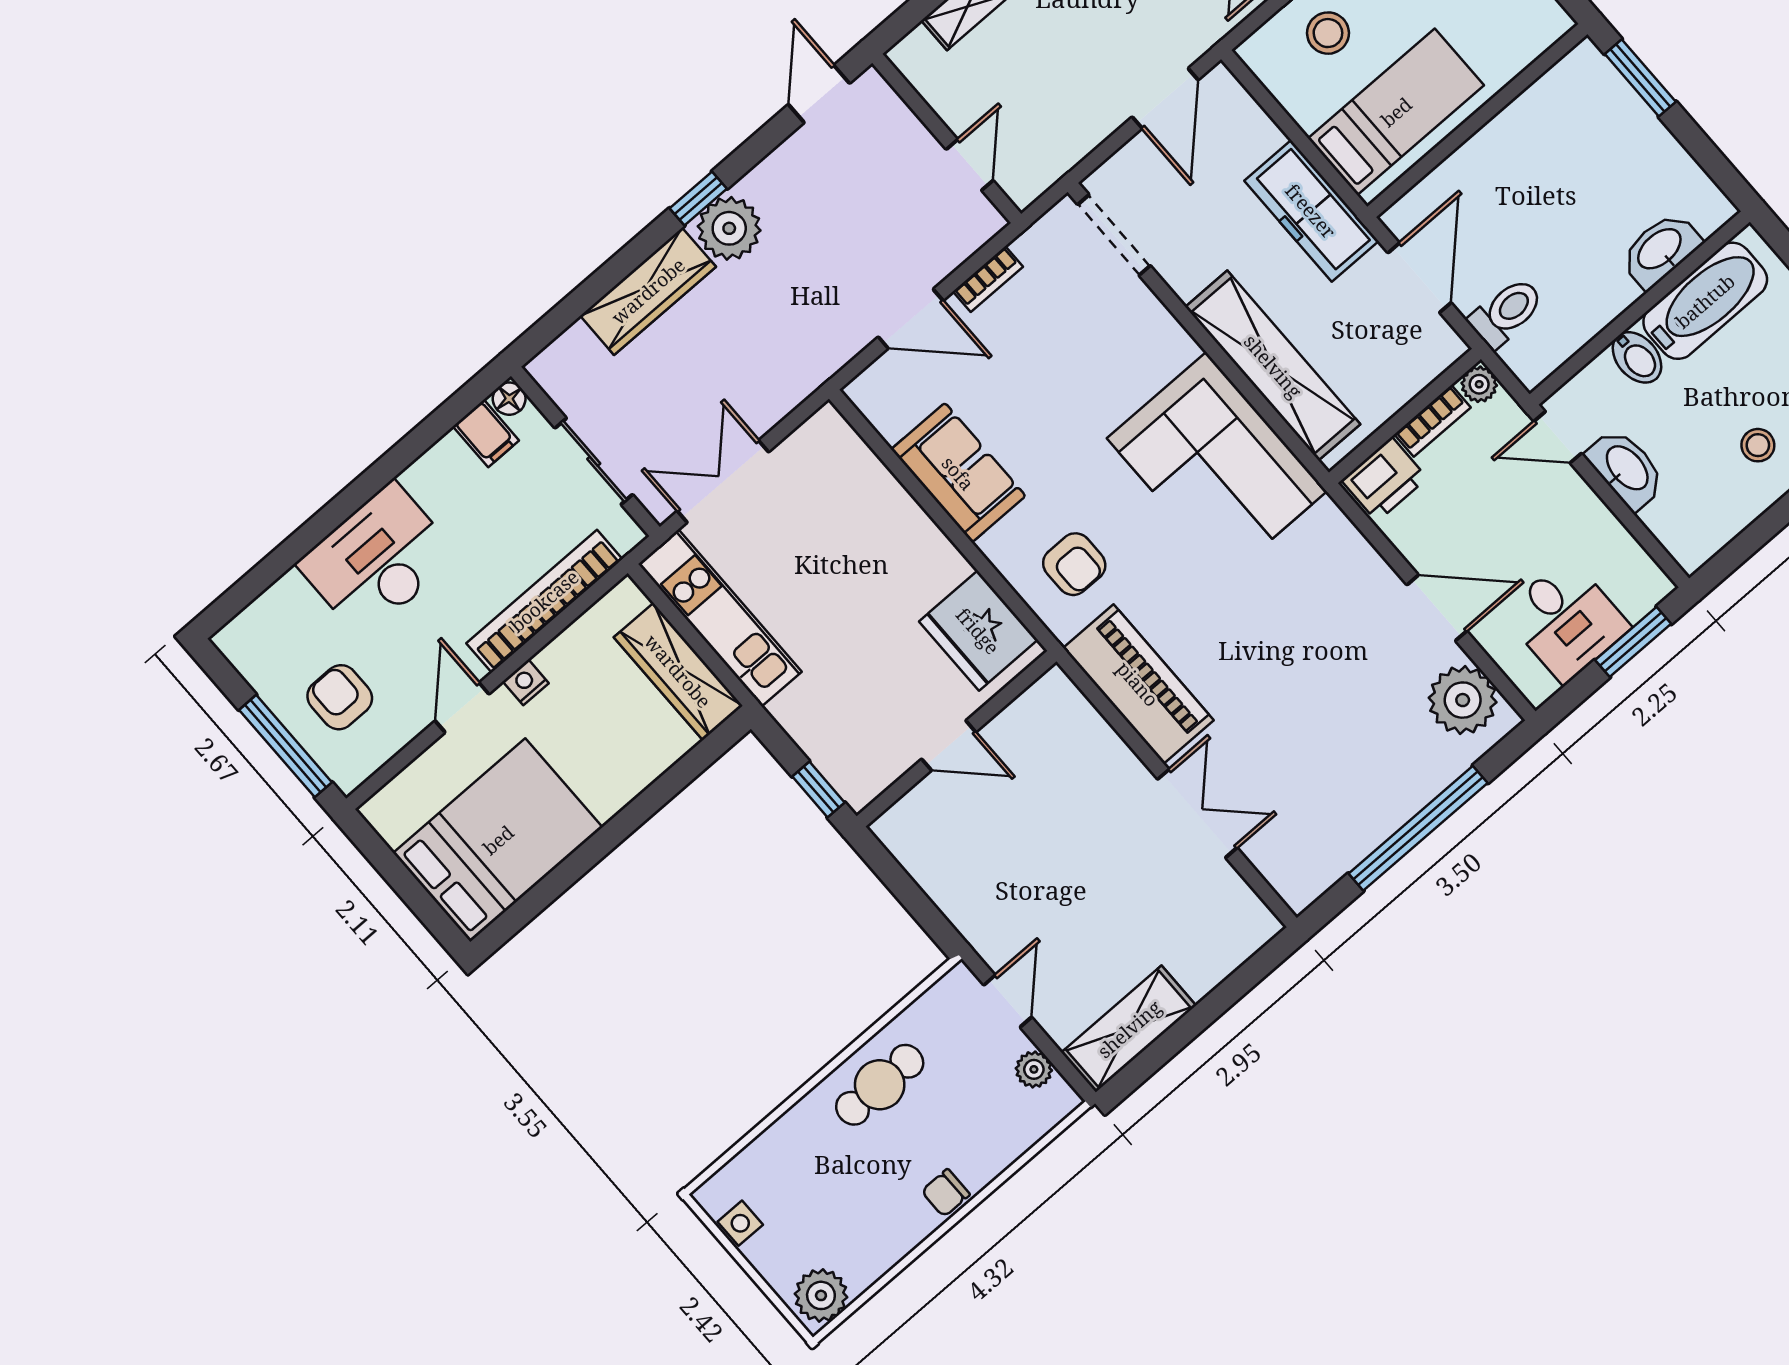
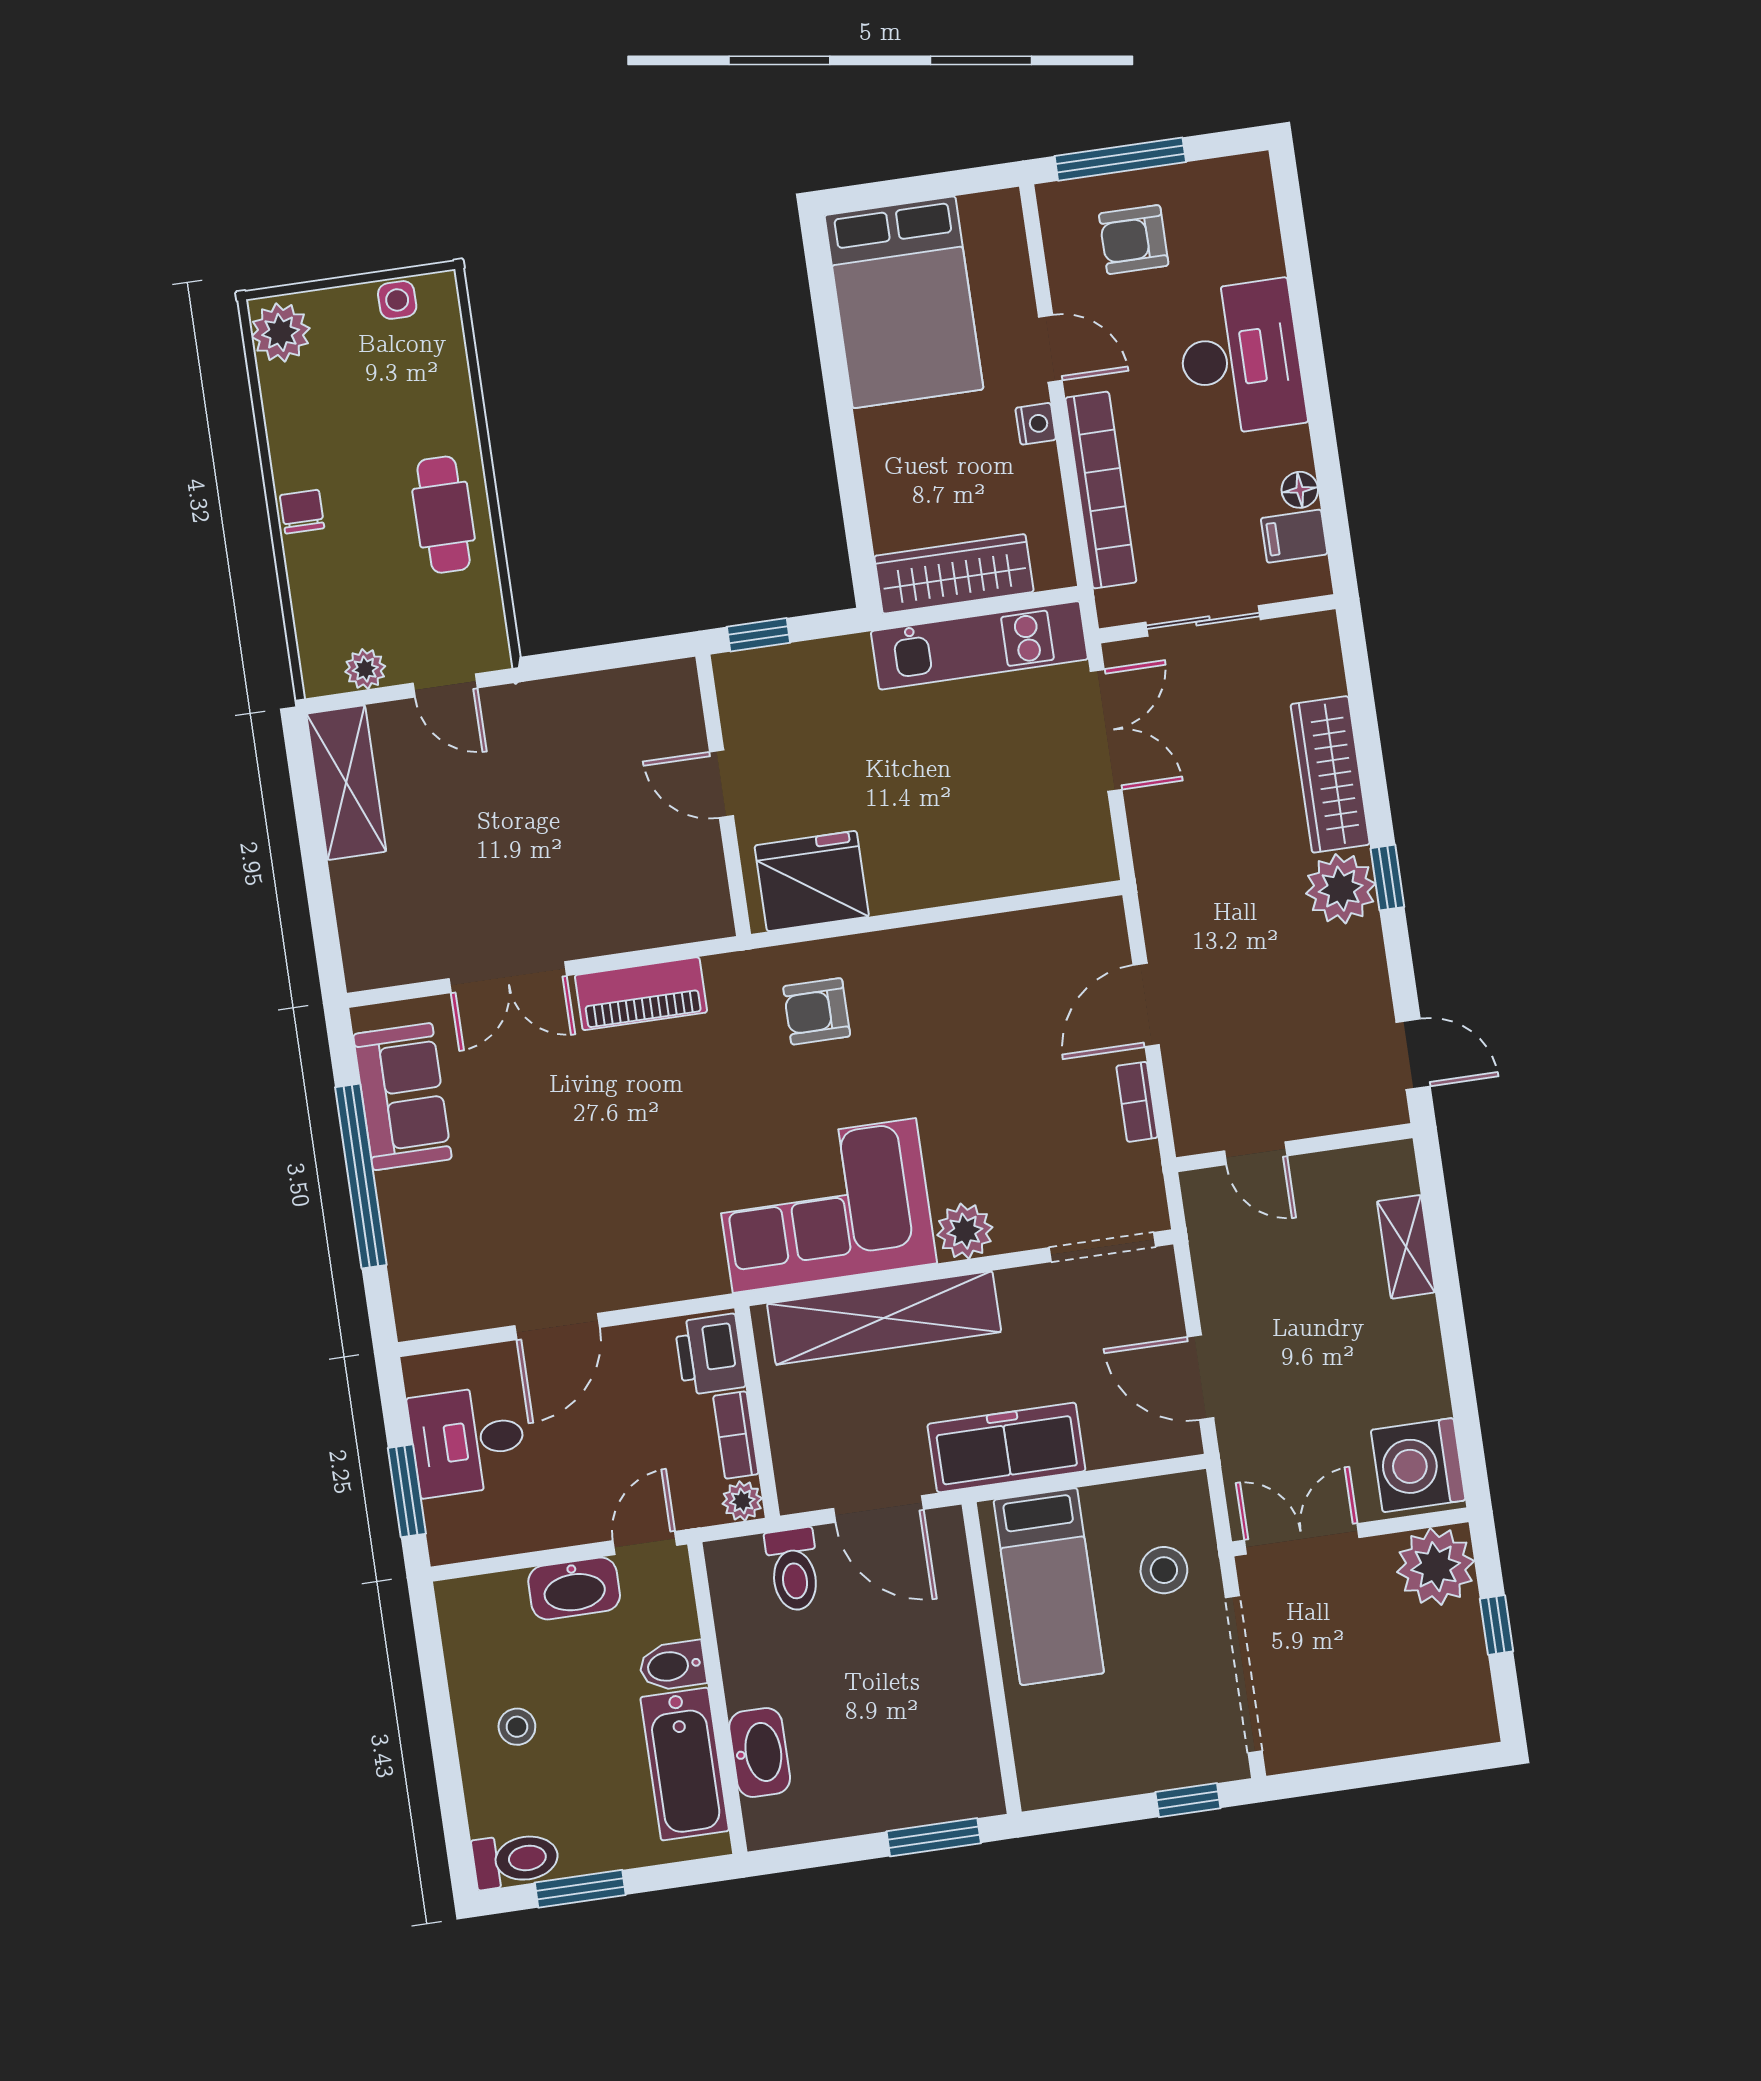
floor lamp: (509, 399) -> (1300, 490), moved
sofa: (958, 473) -> (402, 1097), moved, turned -90
piano: (1138, 684) -> (641, 994), width x0.73, depth x0.75
armchair: (340, 697) -> (1134, 240), turned 180
plant: (1463, 700) -> (965, 1231), moved, width x0.73, depth x0.73
door: (949, 746) -> (722, 784), hinge flipped

